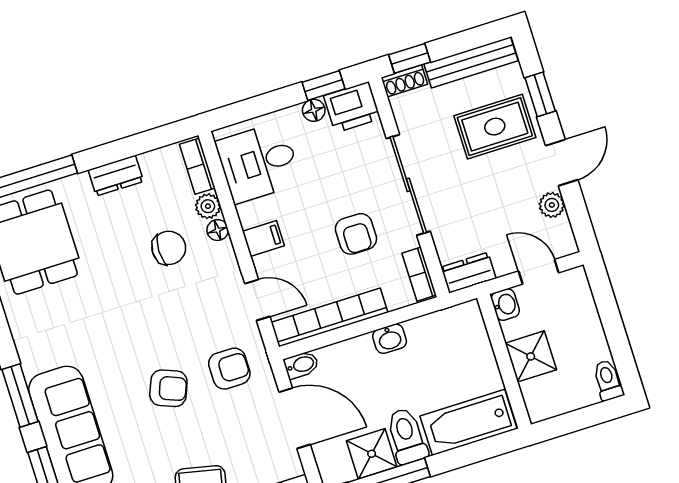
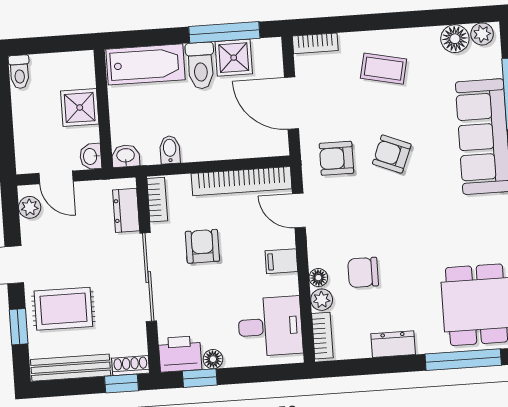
plant: (552, 205) -> (30, 207), moved
dresser: (468, 273) -> (126, 210), moved, turned 90
washbasin: (390, 339) -> (126, 156), moved
bidet: (301, 365) -> (170, 150), moved, turned 90

